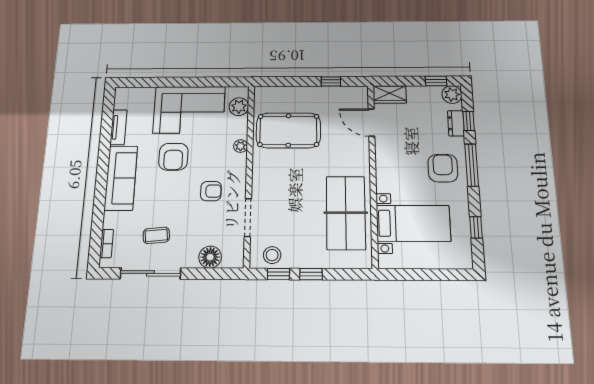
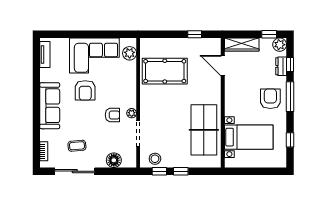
wardrobe: (390, 95) -> (242, 44), width x1.50
tv unit: (119, 127) -> (45, 55), moved
plant: (241, 146) -> (132, 113), moved

